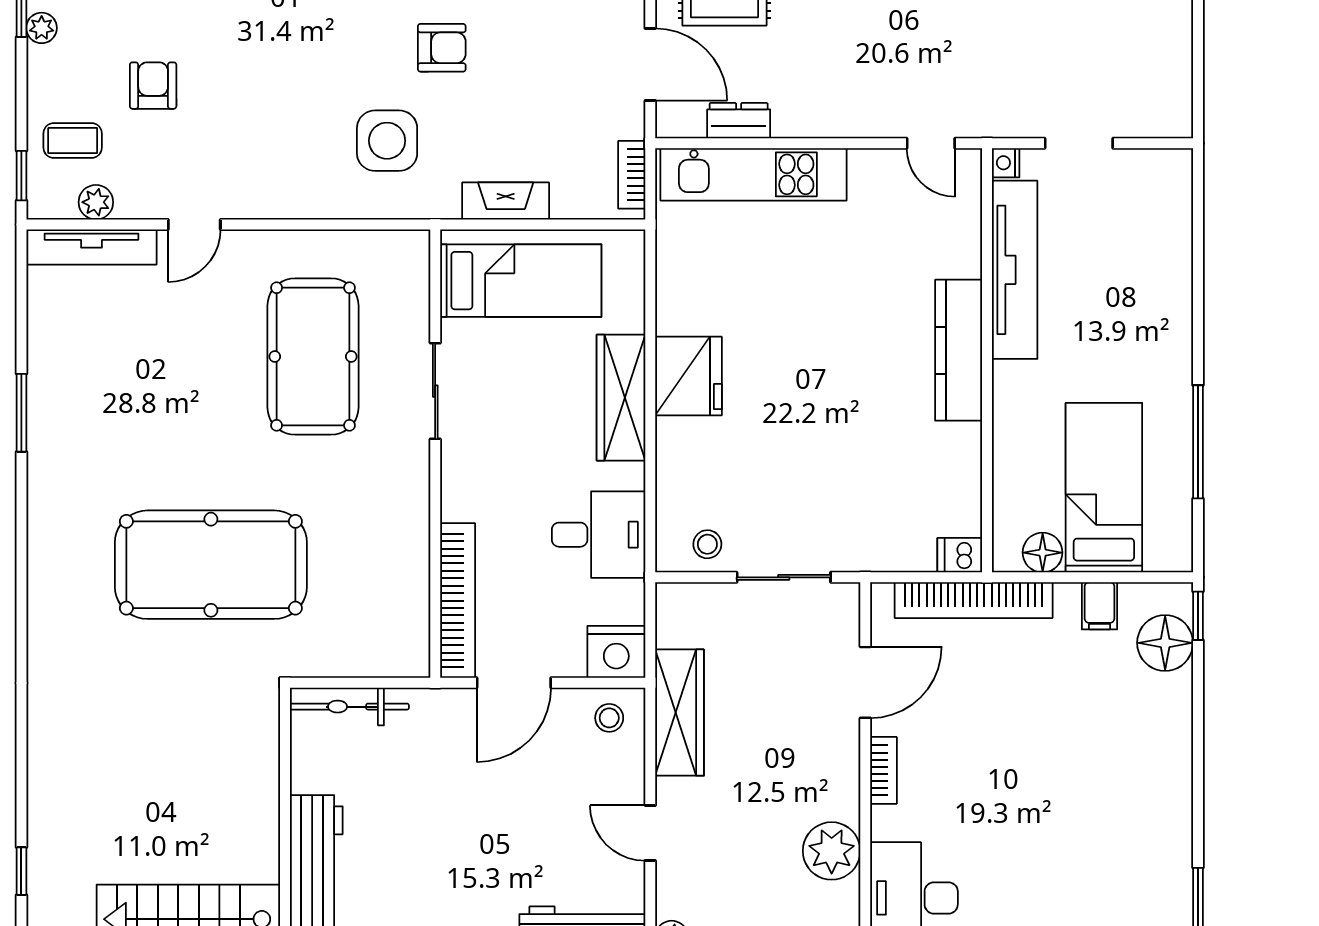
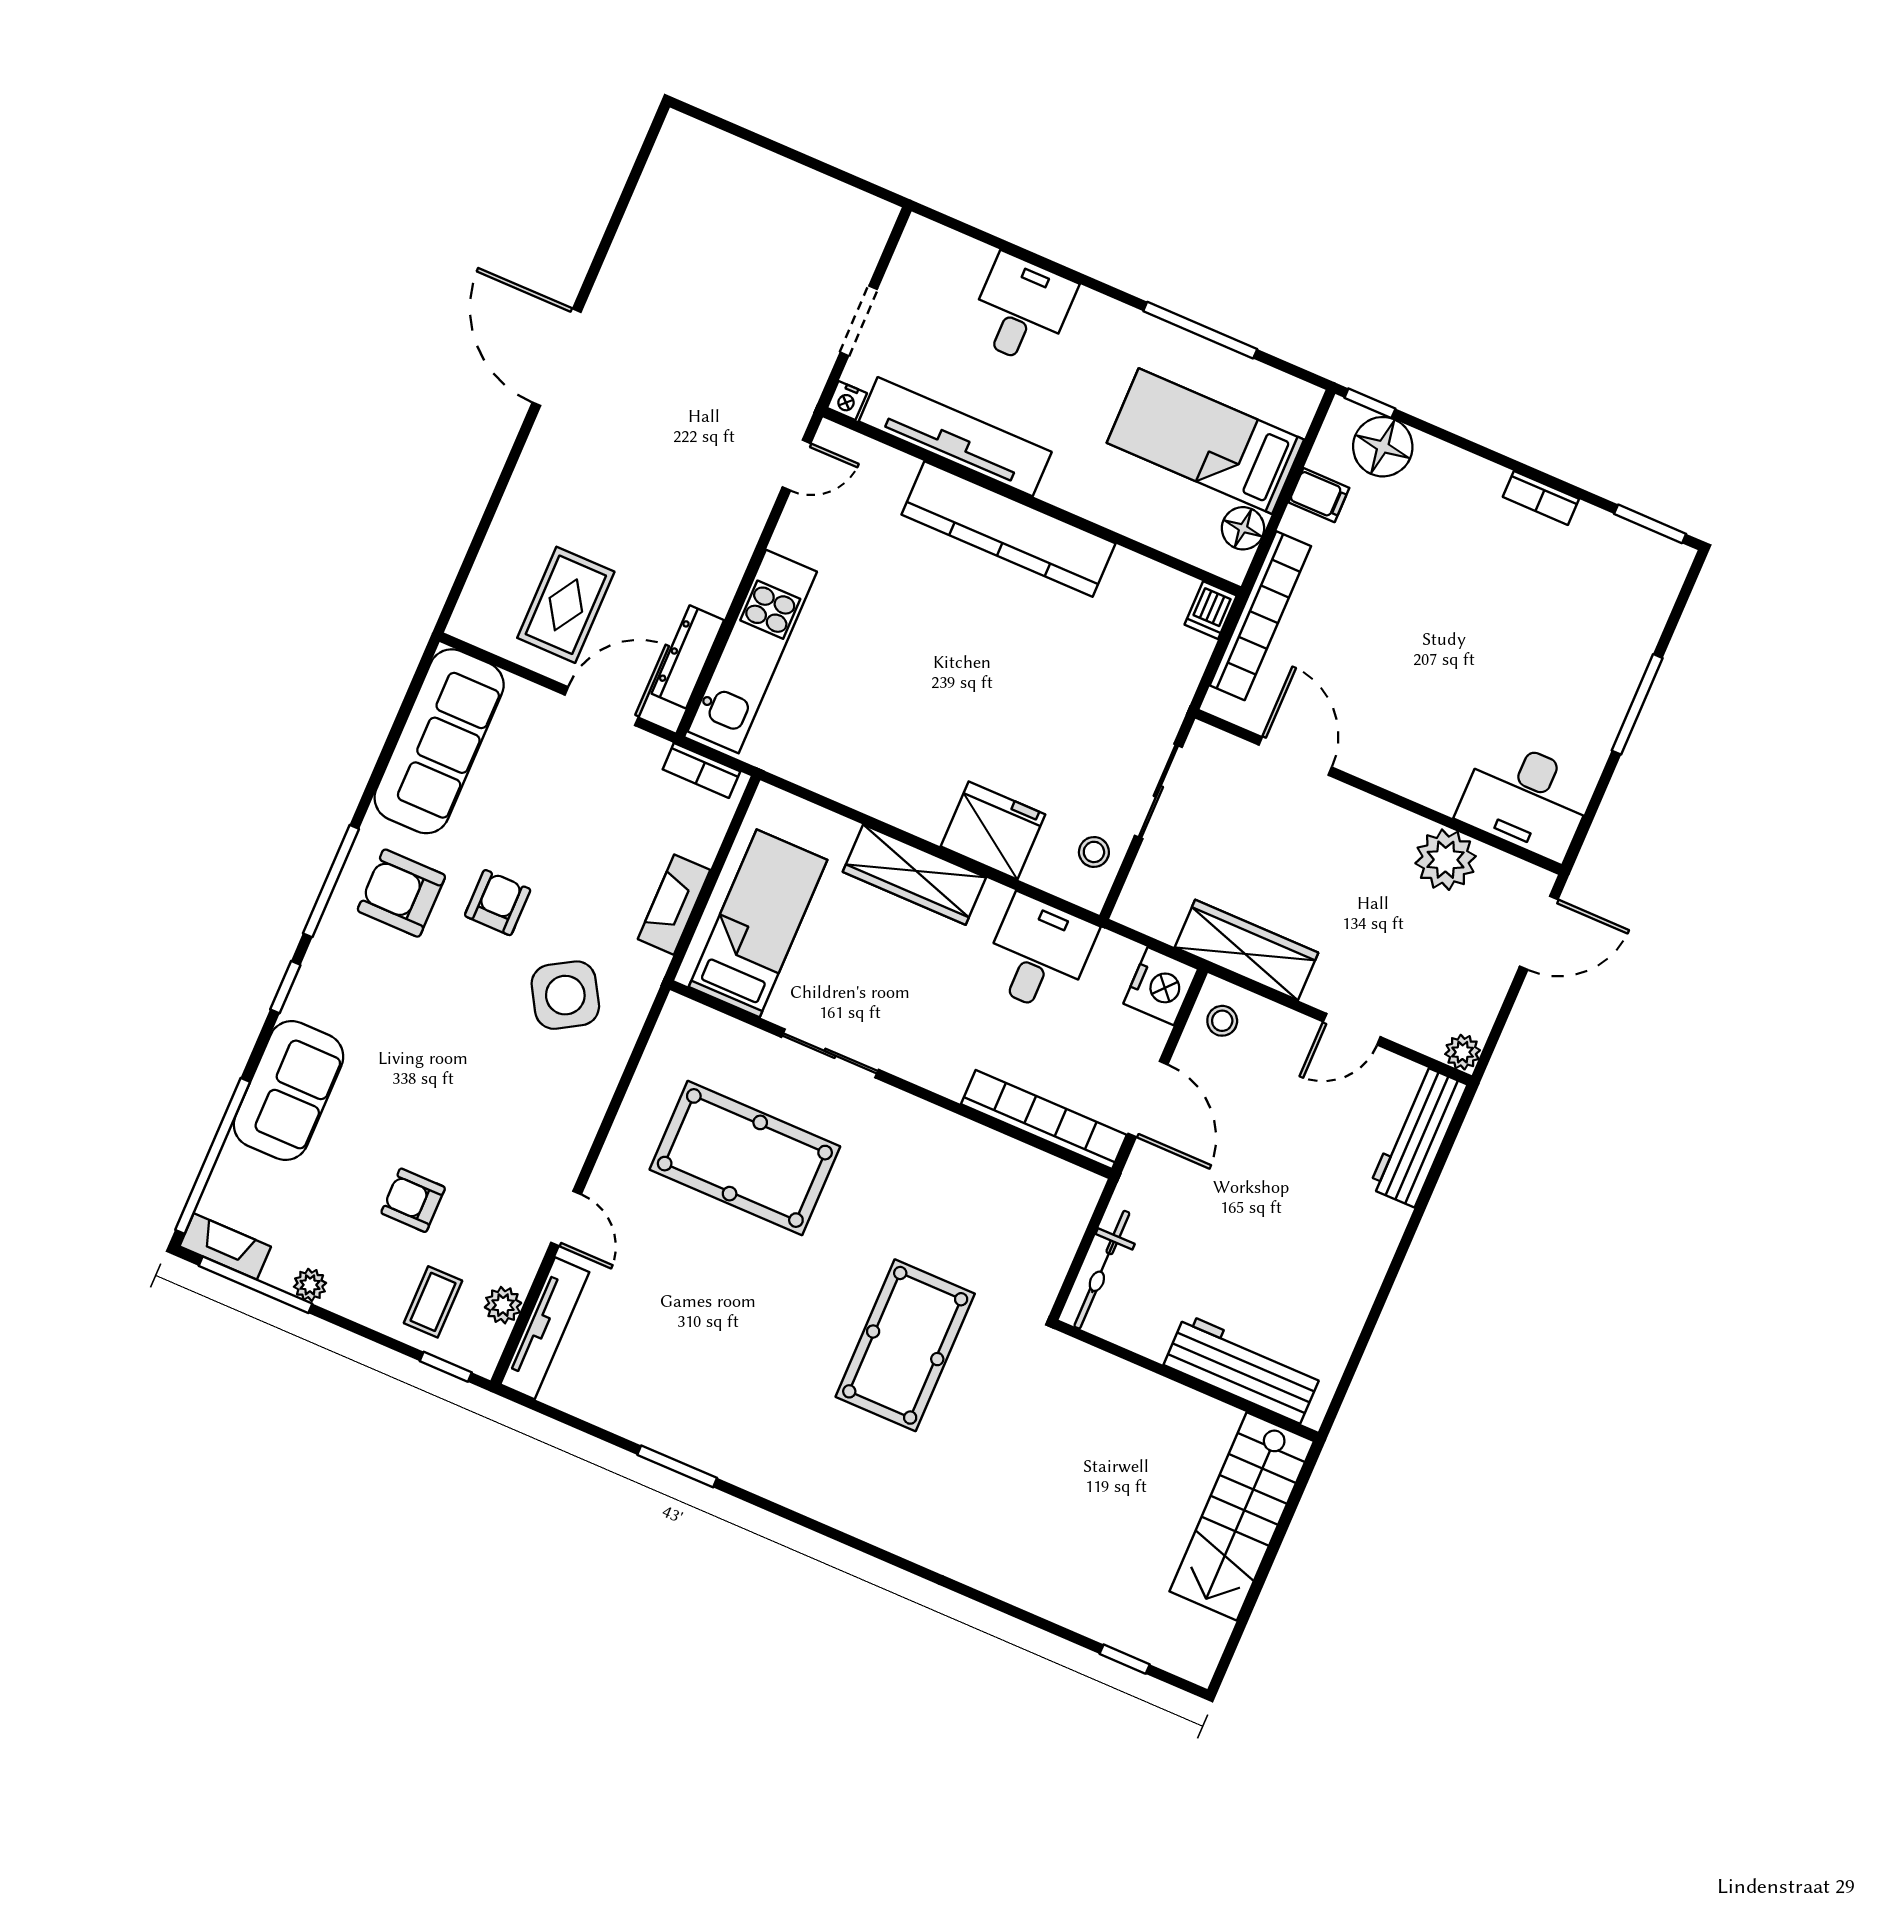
dresser: (739, 121) -> (688, 657), width x1.44
side table: (387, 141) -> (565, 995), turned -31
desk: (1149, 280) -> (1022, 310), added
kitchen counter: (959, 350) -> (1008, 529), width x1.39, depth x1.17
fridge: (688, 376) -> (993, 830), moved
pool table: (211, 565) -> (905, 1345), width x0.73, depth x0.76
bookcase: (883, 770) -> (1541, 498), moved, turned 180

